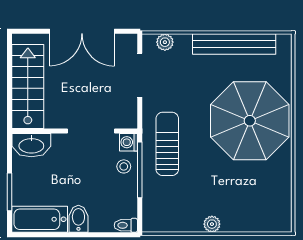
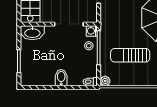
sun lounger: (167, 144) -> (130, 55), moved, turned -90
bathtub: (40, 219) -> (37, 78), removed
plant: (212, 224) -> (105, 81), moved

